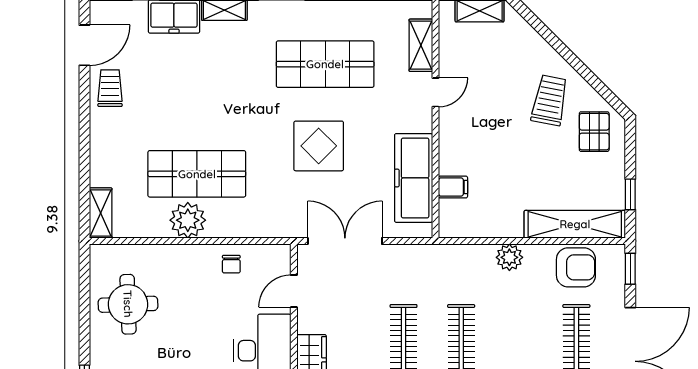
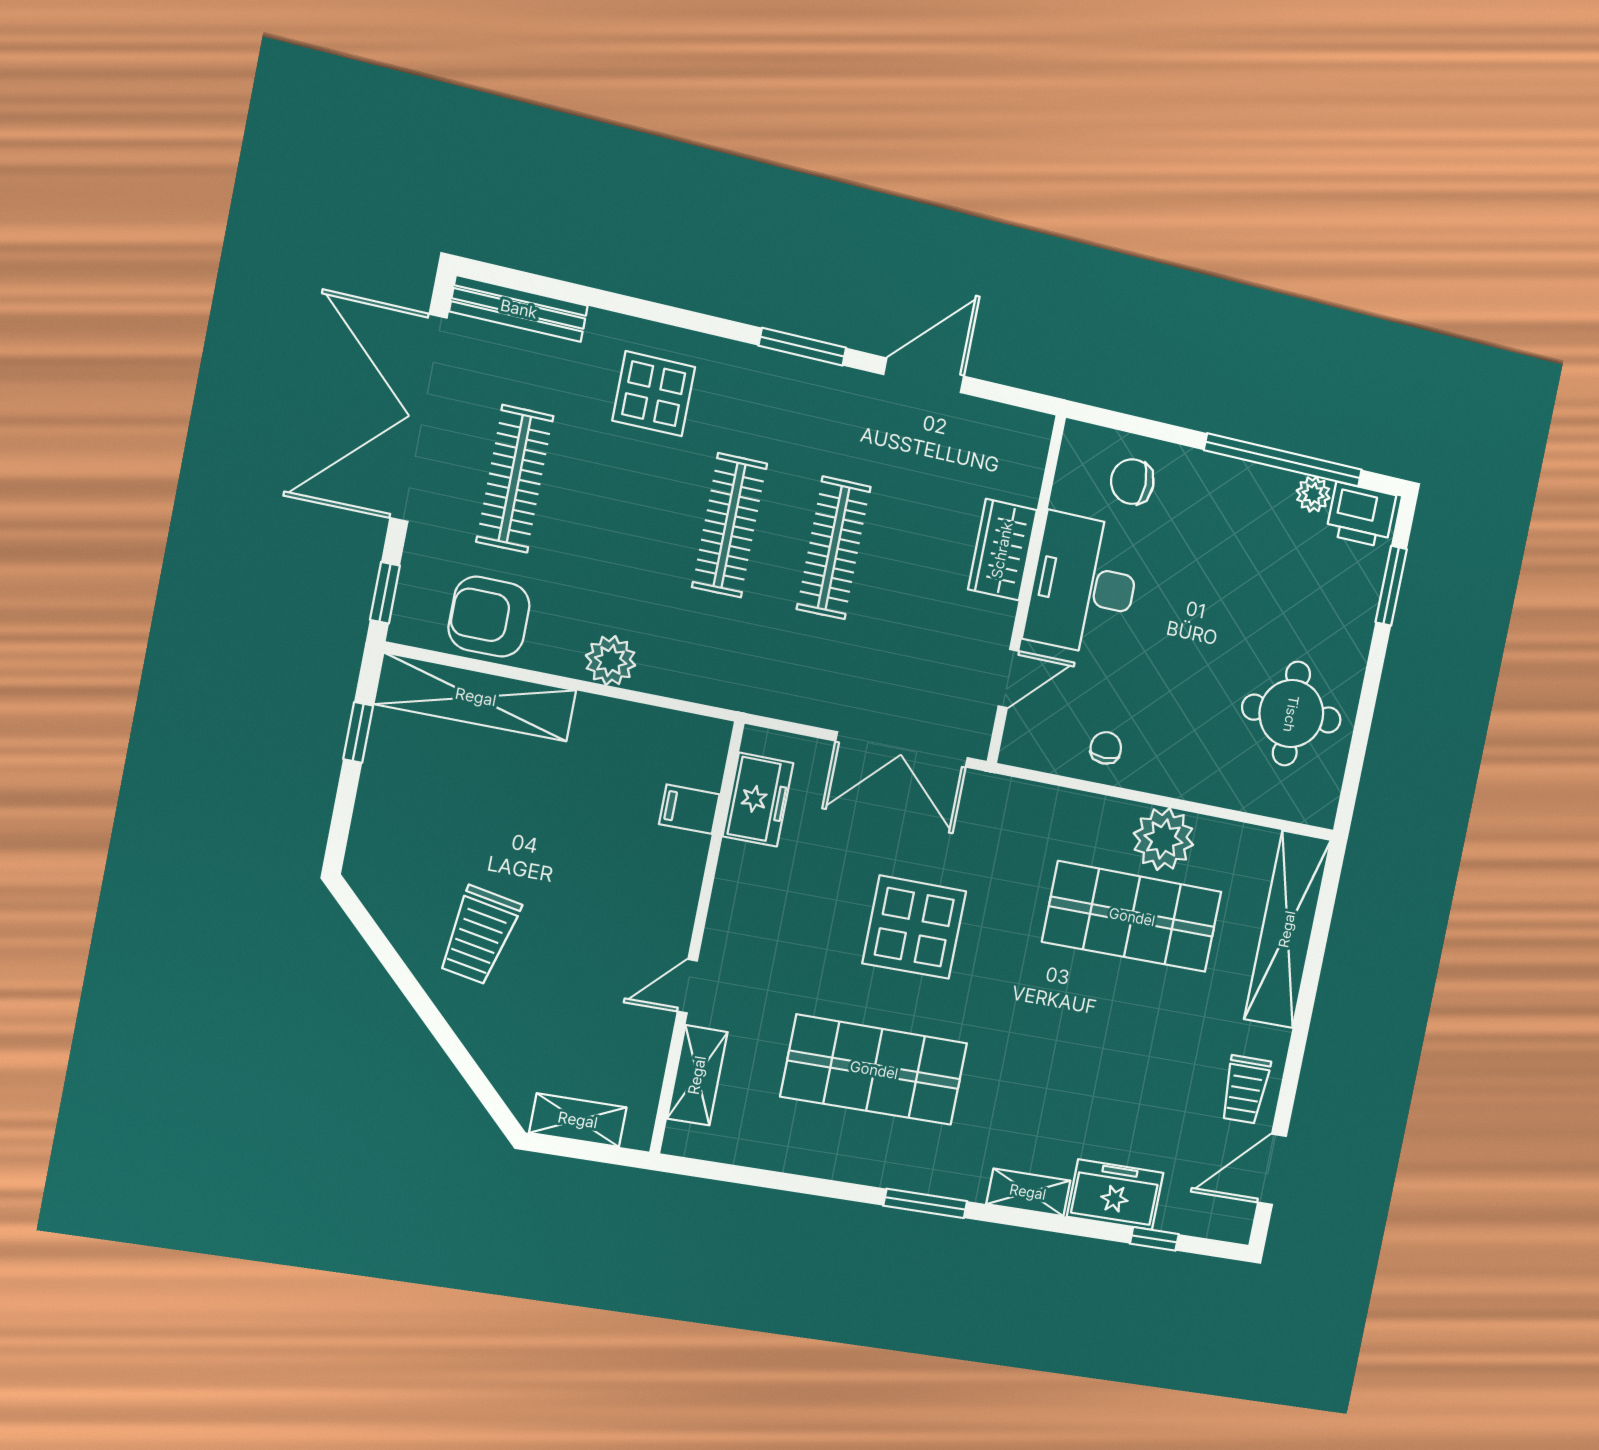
pallet: (594, 132) -> (405, 862), removed
freezer: (414, 178) -> (758, 800), width x0.52, depth x0.79
shelving: (101, 213) -> (1287, 929), width x2.20, depth x1.33

